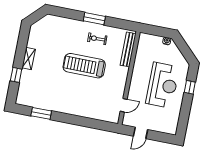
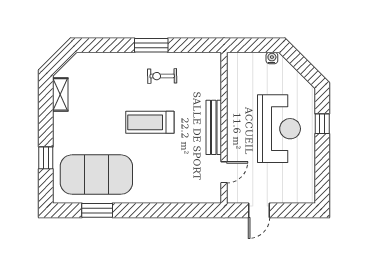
bench: (128, 49) -> (214, 127), moved
shelving: (29, 59) -> (60, 94), moved
treadmill: (84, 66) -> (150, 122), width x0.73, depth x0.73
exercise mat: (45, 91) -> (96, 175), added

